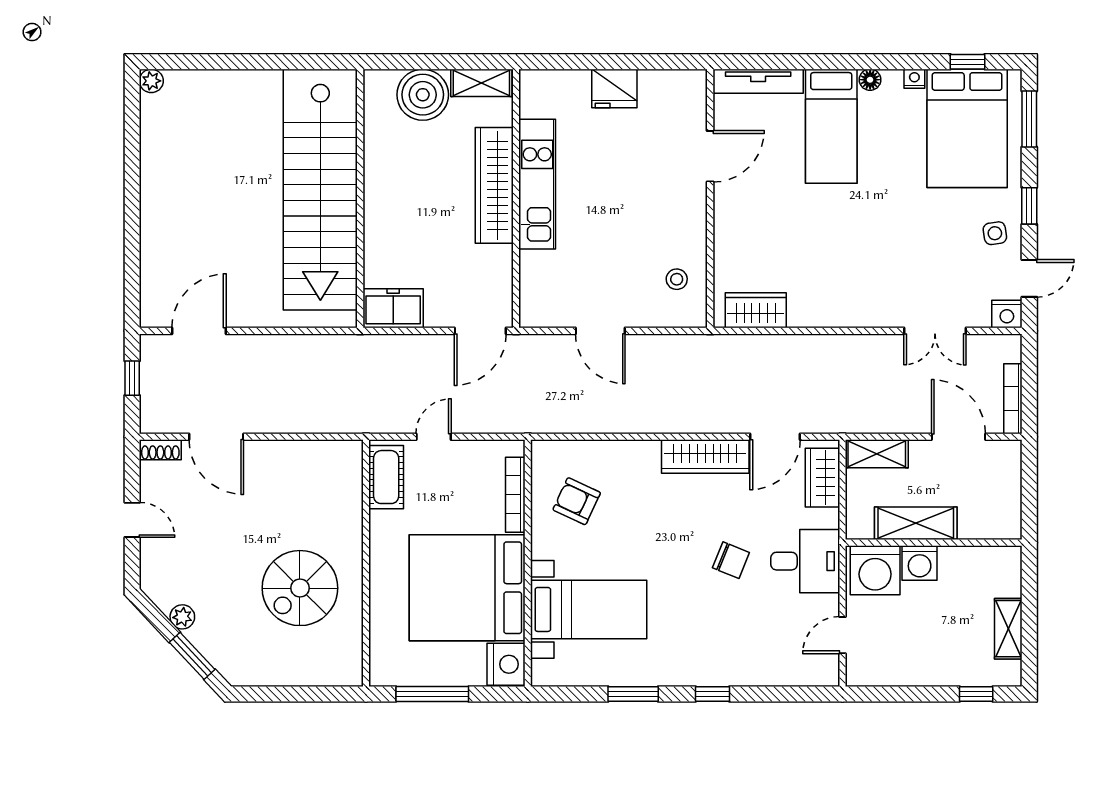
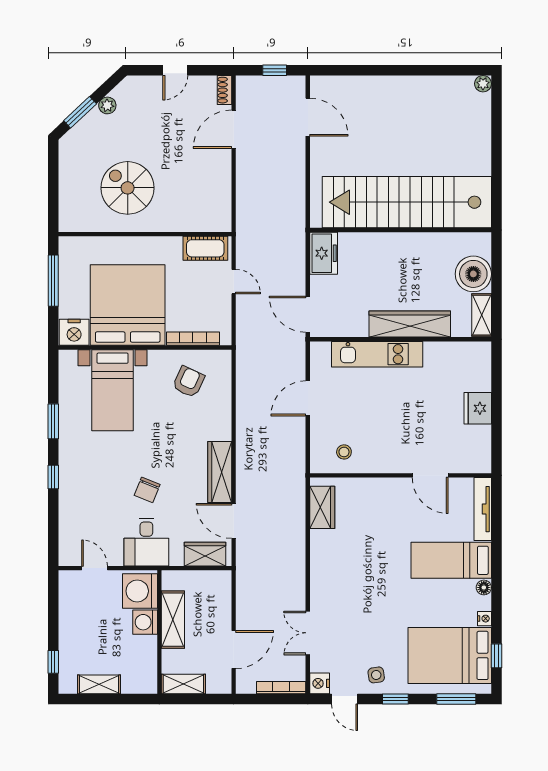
kitchen unit: (537, 184) -> (377, 354), moved
bookcase: (1013, 399) -> (281, 688), moved
shelving: (877, 454) -> (183, 684), moved, turned 90

